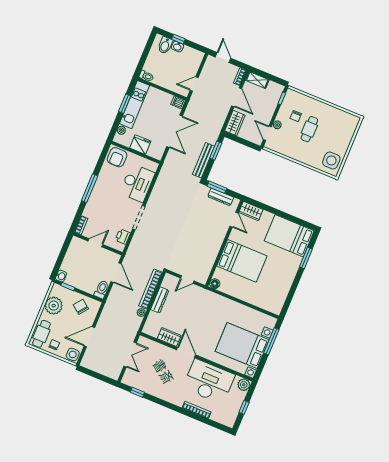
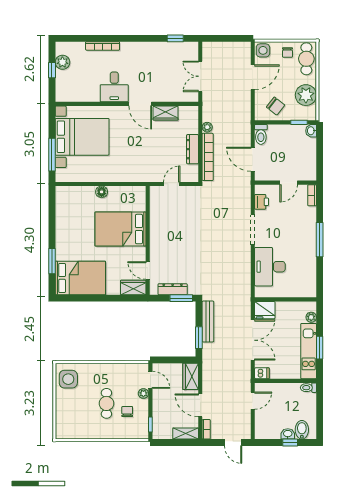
double door: (174, 131) -> (253, 340), swing flipped
fridge: (140, 145) -> (265, 310), moved
armchair: (117, 157) -> (304, 286), removed
floor lamp: (215, 284) -> (102, 192), moved
desk: (209, 381) -> (114, 87), width x0.53, depth x0.77
plant: (244, 385) -> (62, 62), moved

